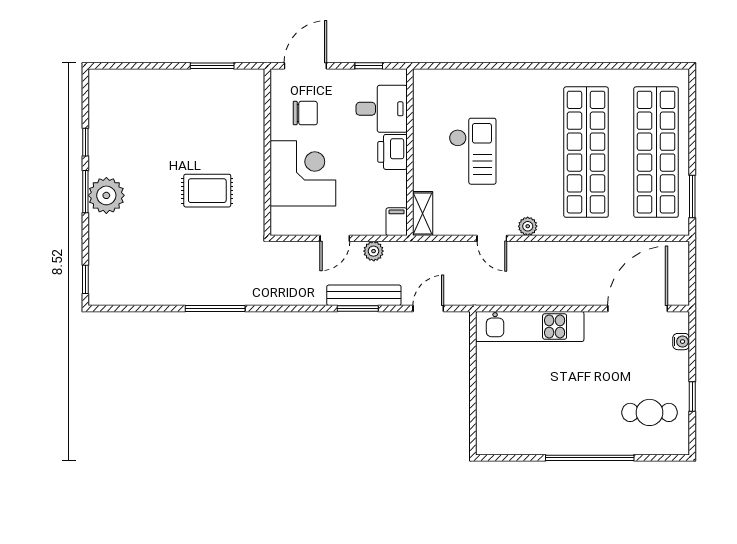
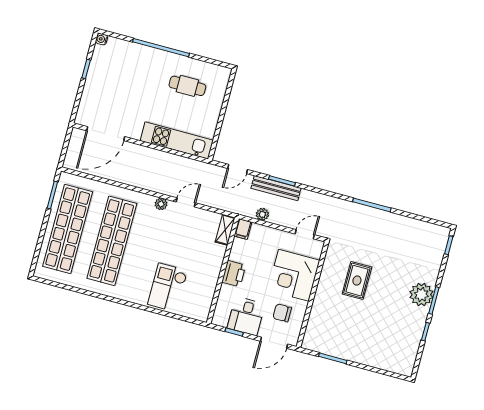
desk: (382, 109) -> (246, 316), moved, turned -90
checkout: (473, 151) -> (168, 287), moved
rug: (207, 191) -> (357, 281), turned 90
door: (335, 238) -> (305, 234), moved
door: (492, 238) -> (186, 202), hinge flipped
water cooler: (681, 342) -> (102, 39), moved
cafe table: (650, 412) -> (187, 86), moved

